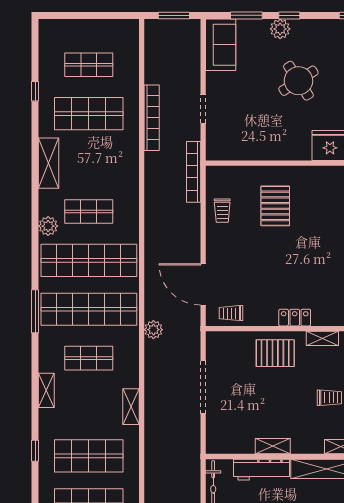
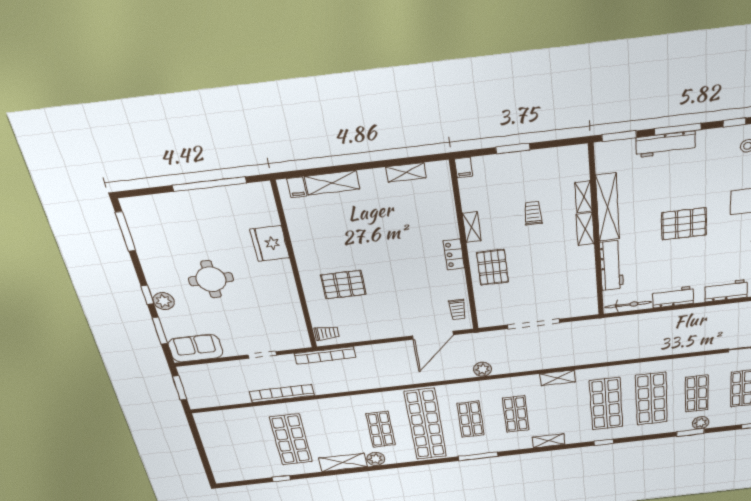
shop shelf: (89, 65) -> (246, 445), removed
round table: (298, 81) -> (211, 279), turned 33
trolley: (222, 211) -> (327, 333), moved
plant: (48, 226) -> (376, 459), moved
shop shelf: (89, 309) -> (471, 419), width x0.50, depth x0.74
shelving: (273, 446) -> (585, 229), moved

